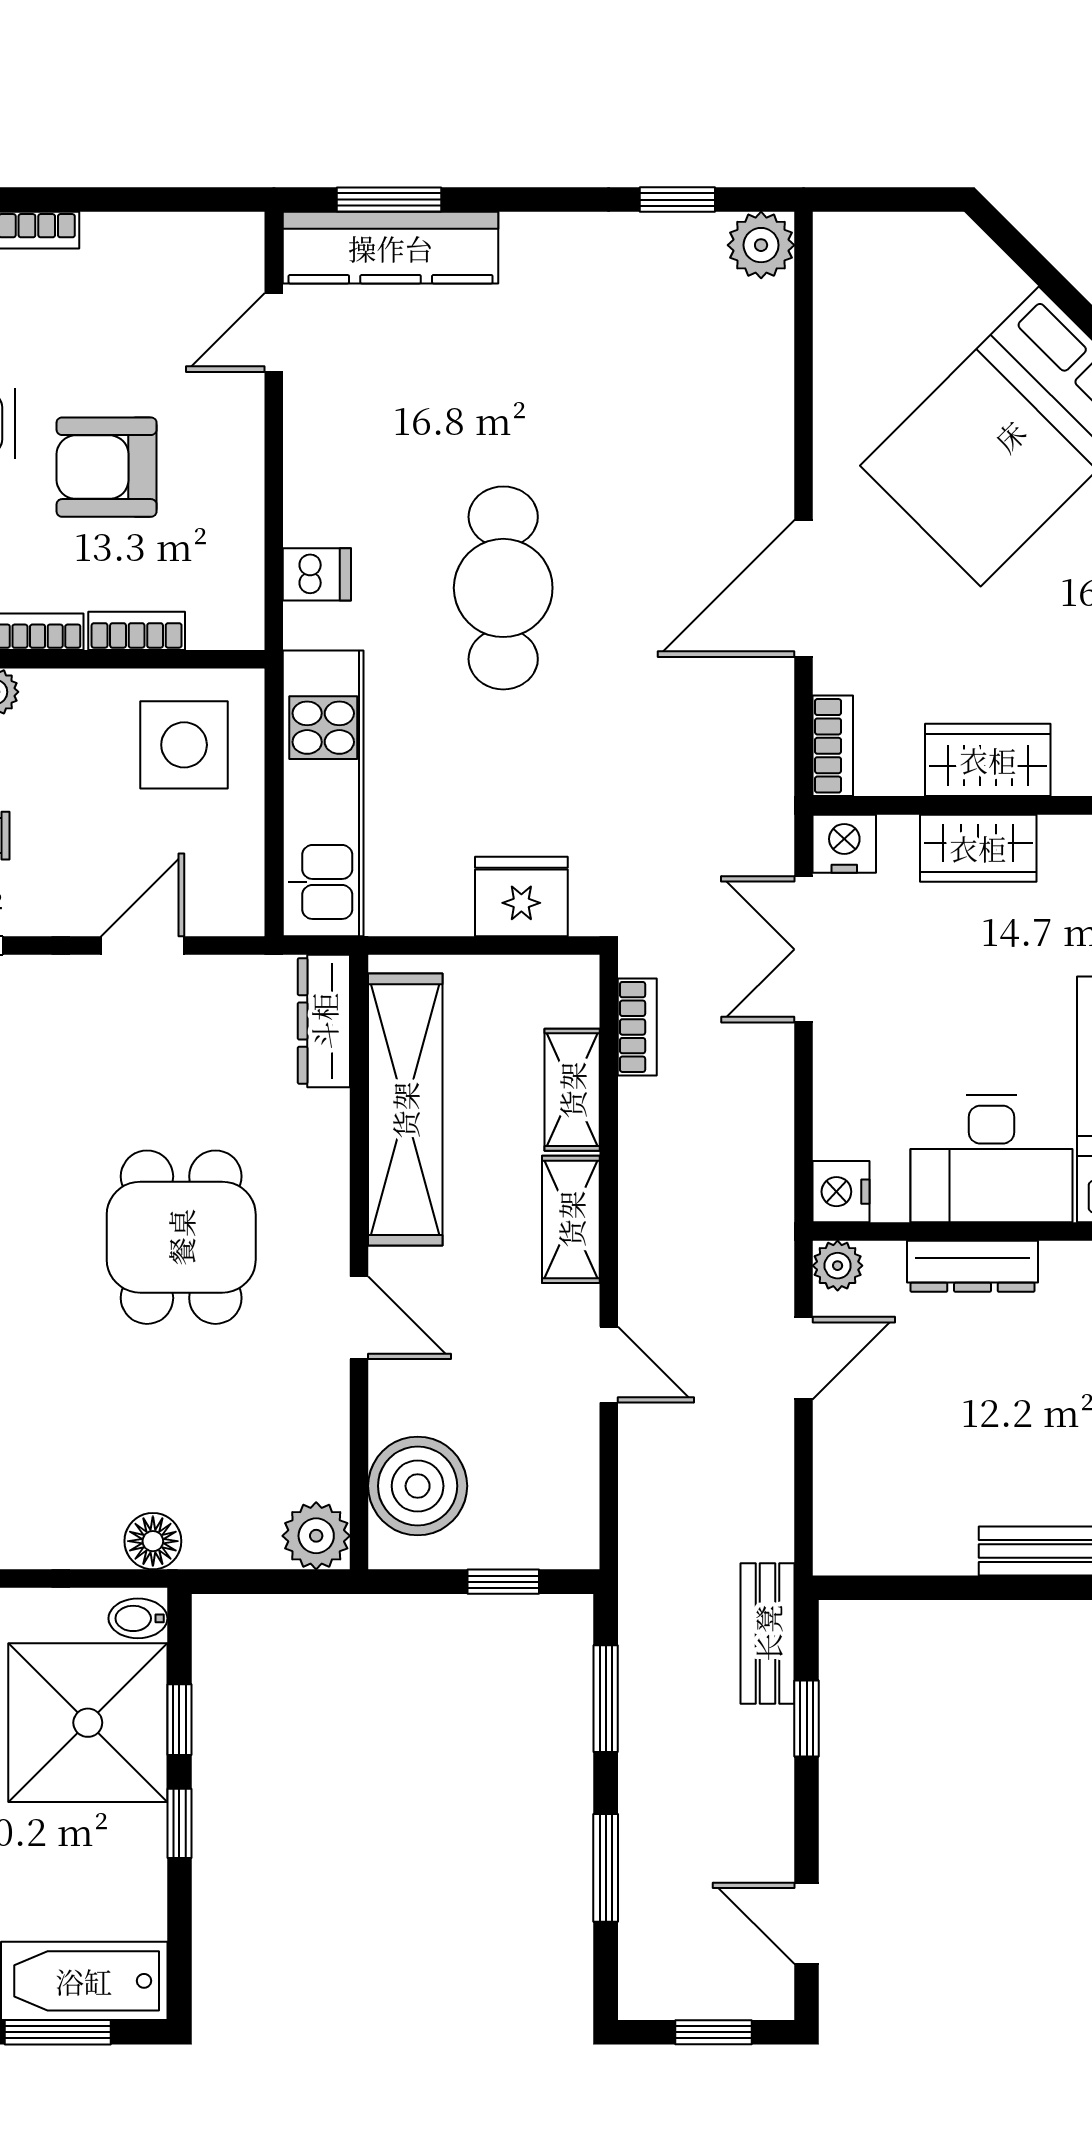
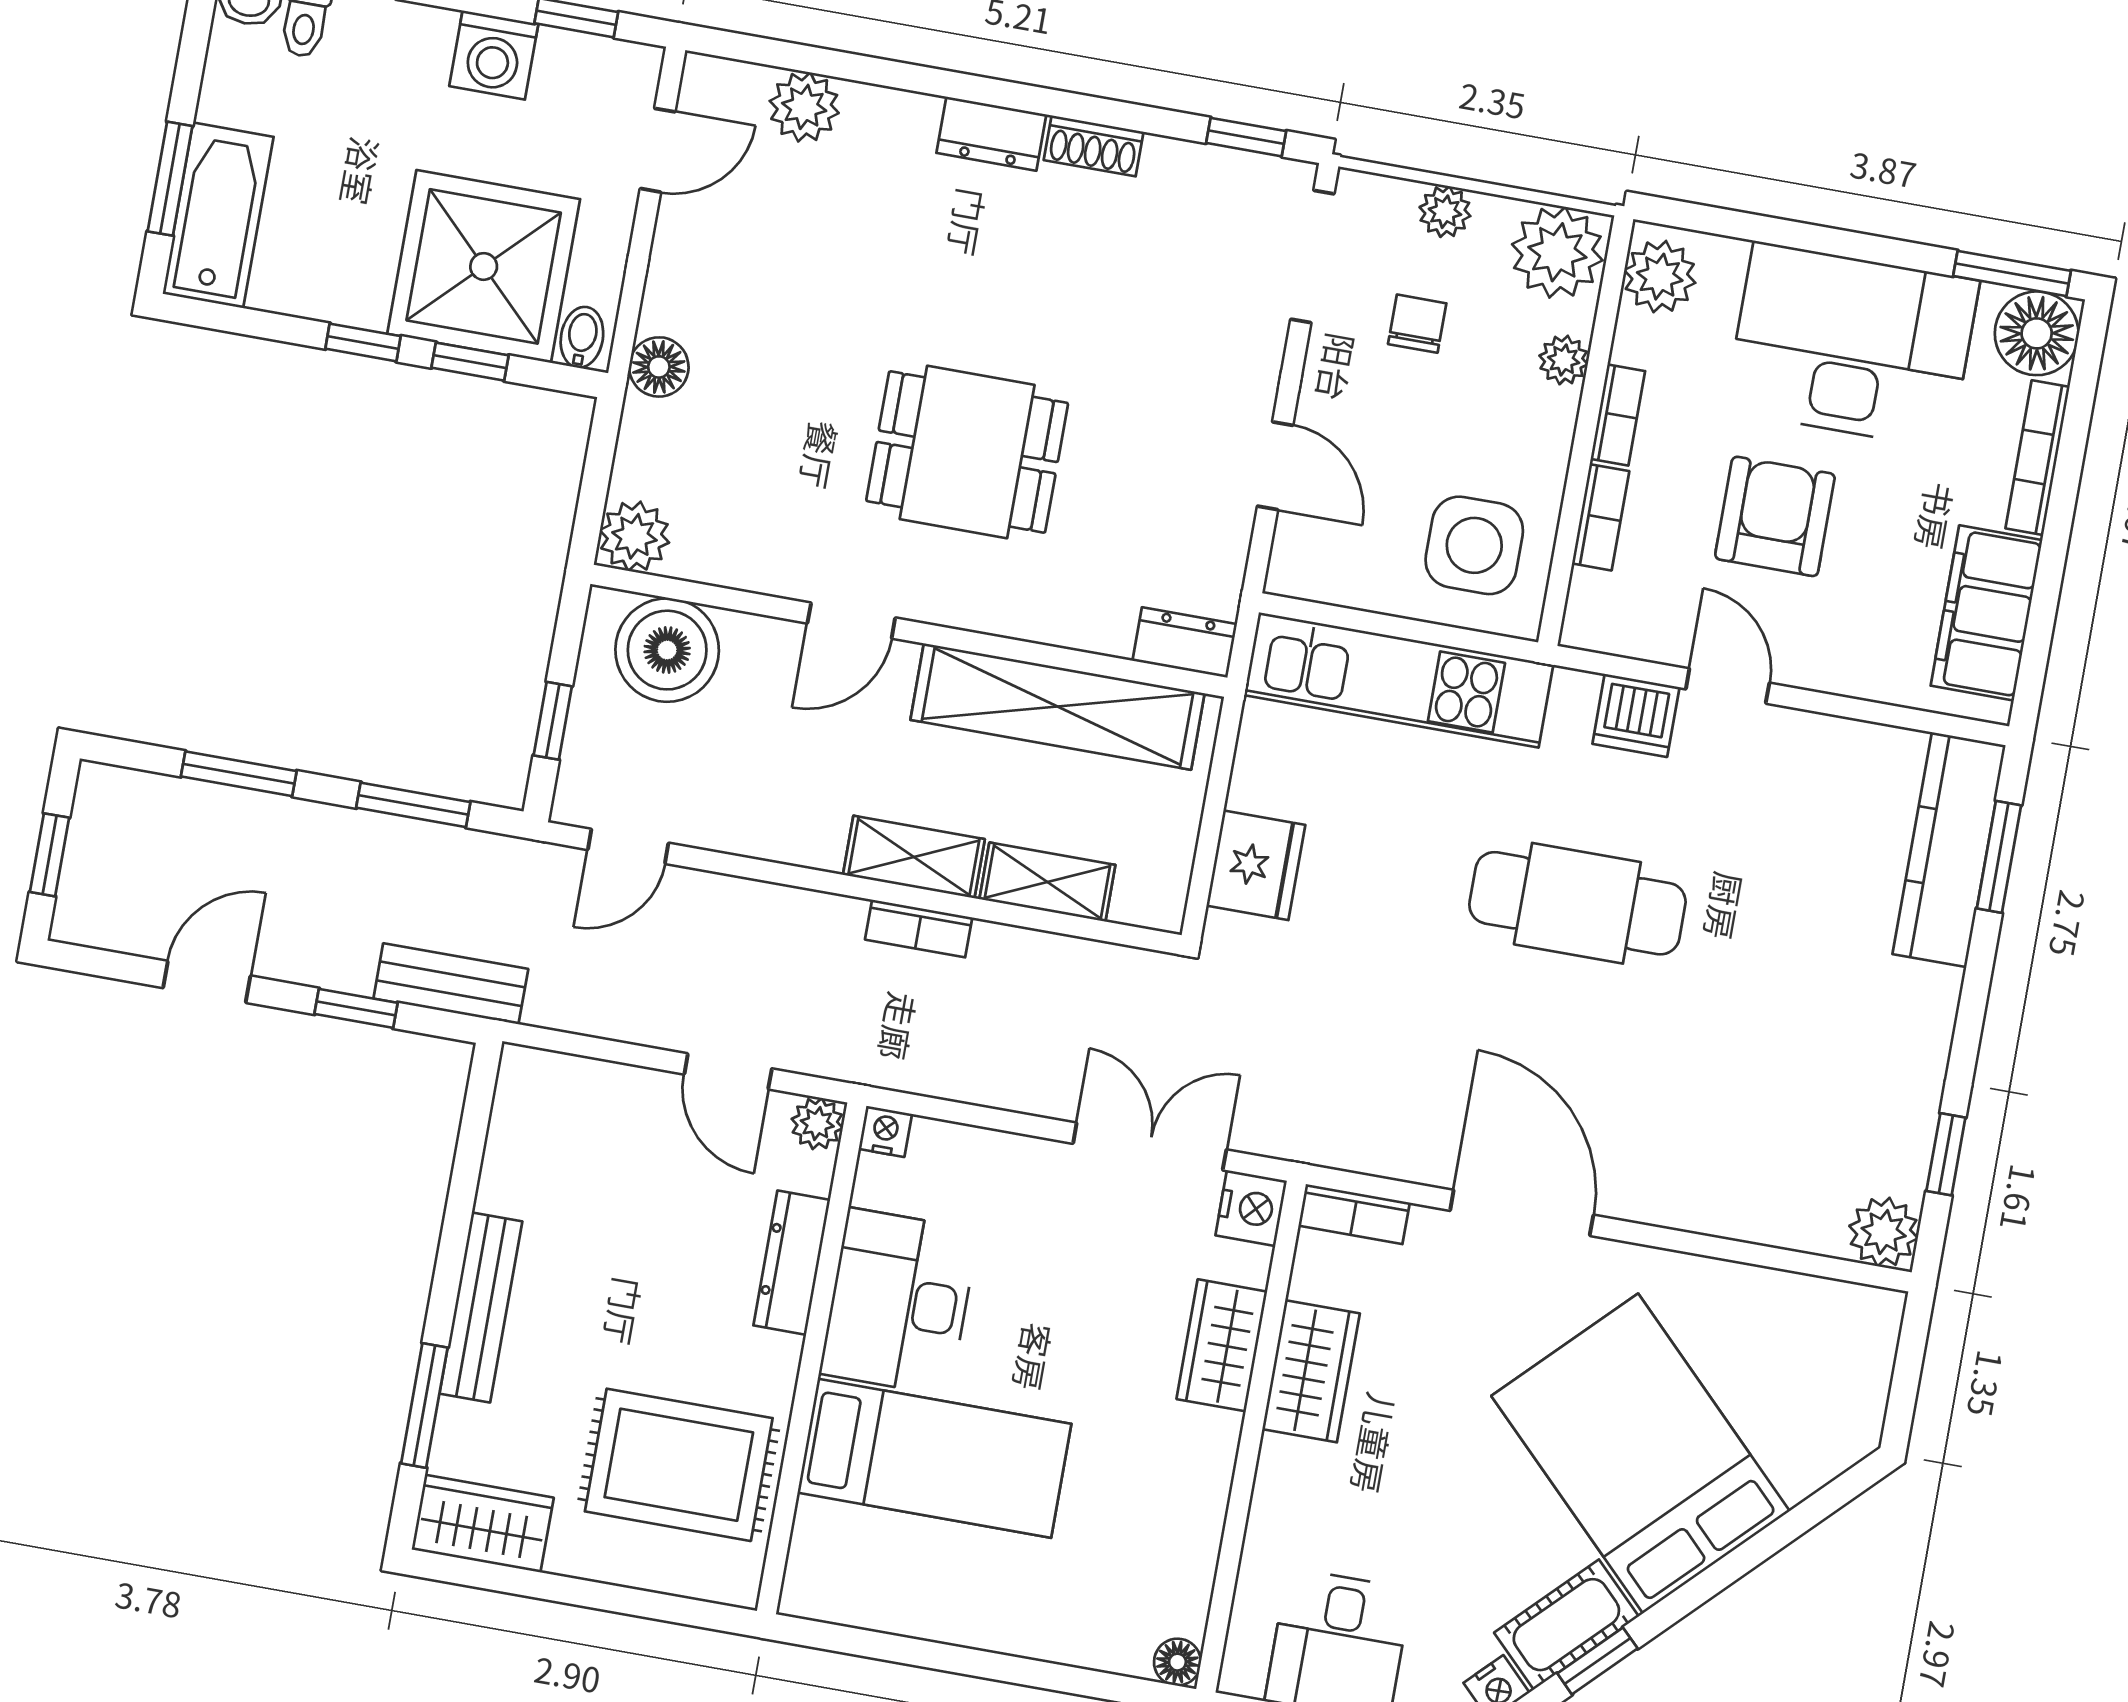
filing cabinet: (162, 252) -> (1986, 613), added
door: (274, 332) -> (1728, 686), moved
dishwasher: (317, 574) -> (1636, 715), width x1.38
dresser: (324, 1021) -> (1185, 643), width x0.70
bookcase: (637, 1027) -> (919, 929), moved
nightstand: (841, 1192) -> (885, 1131), width x0.72, depth x0.74
door: (609, 1365) -> (628, 846), moved
door: (807, 1923) -> (207, 982), moved

